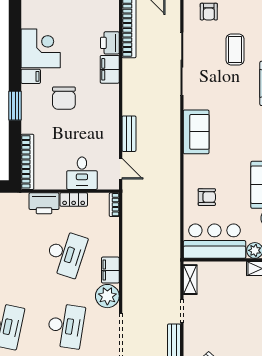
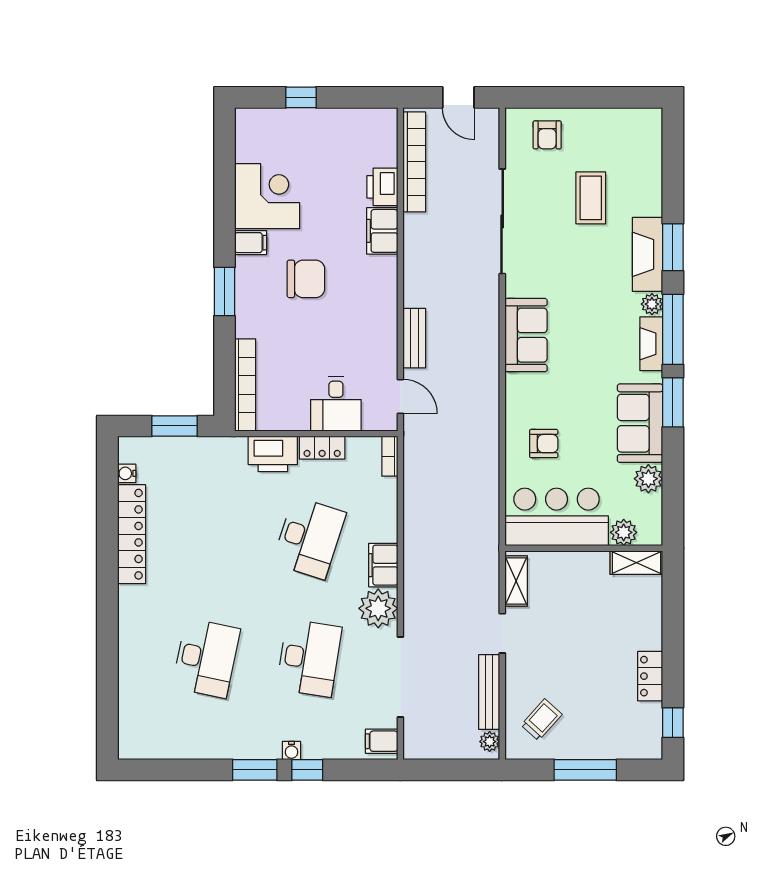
chair: (64, 98) -> (306, 279), turned -90

